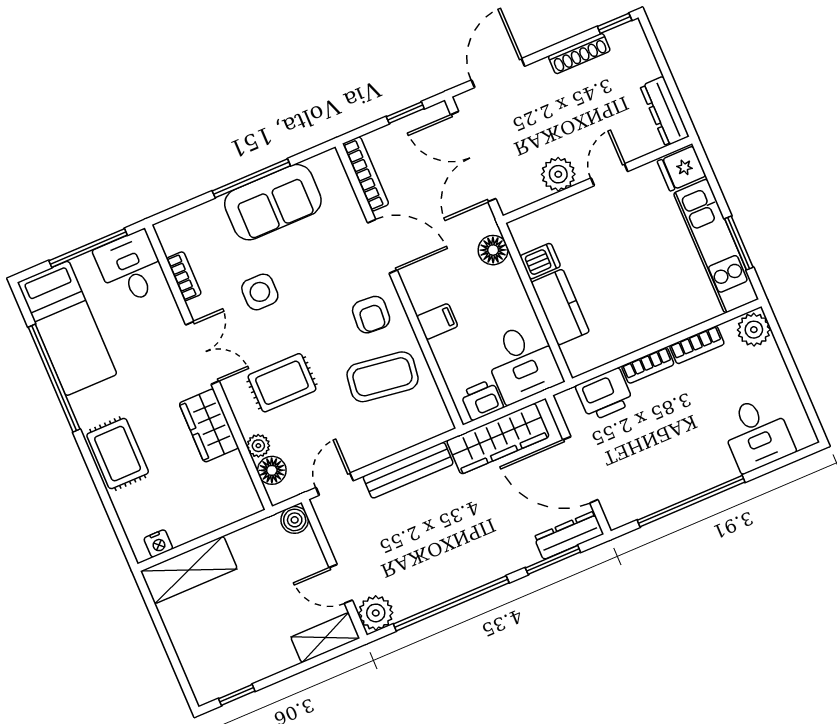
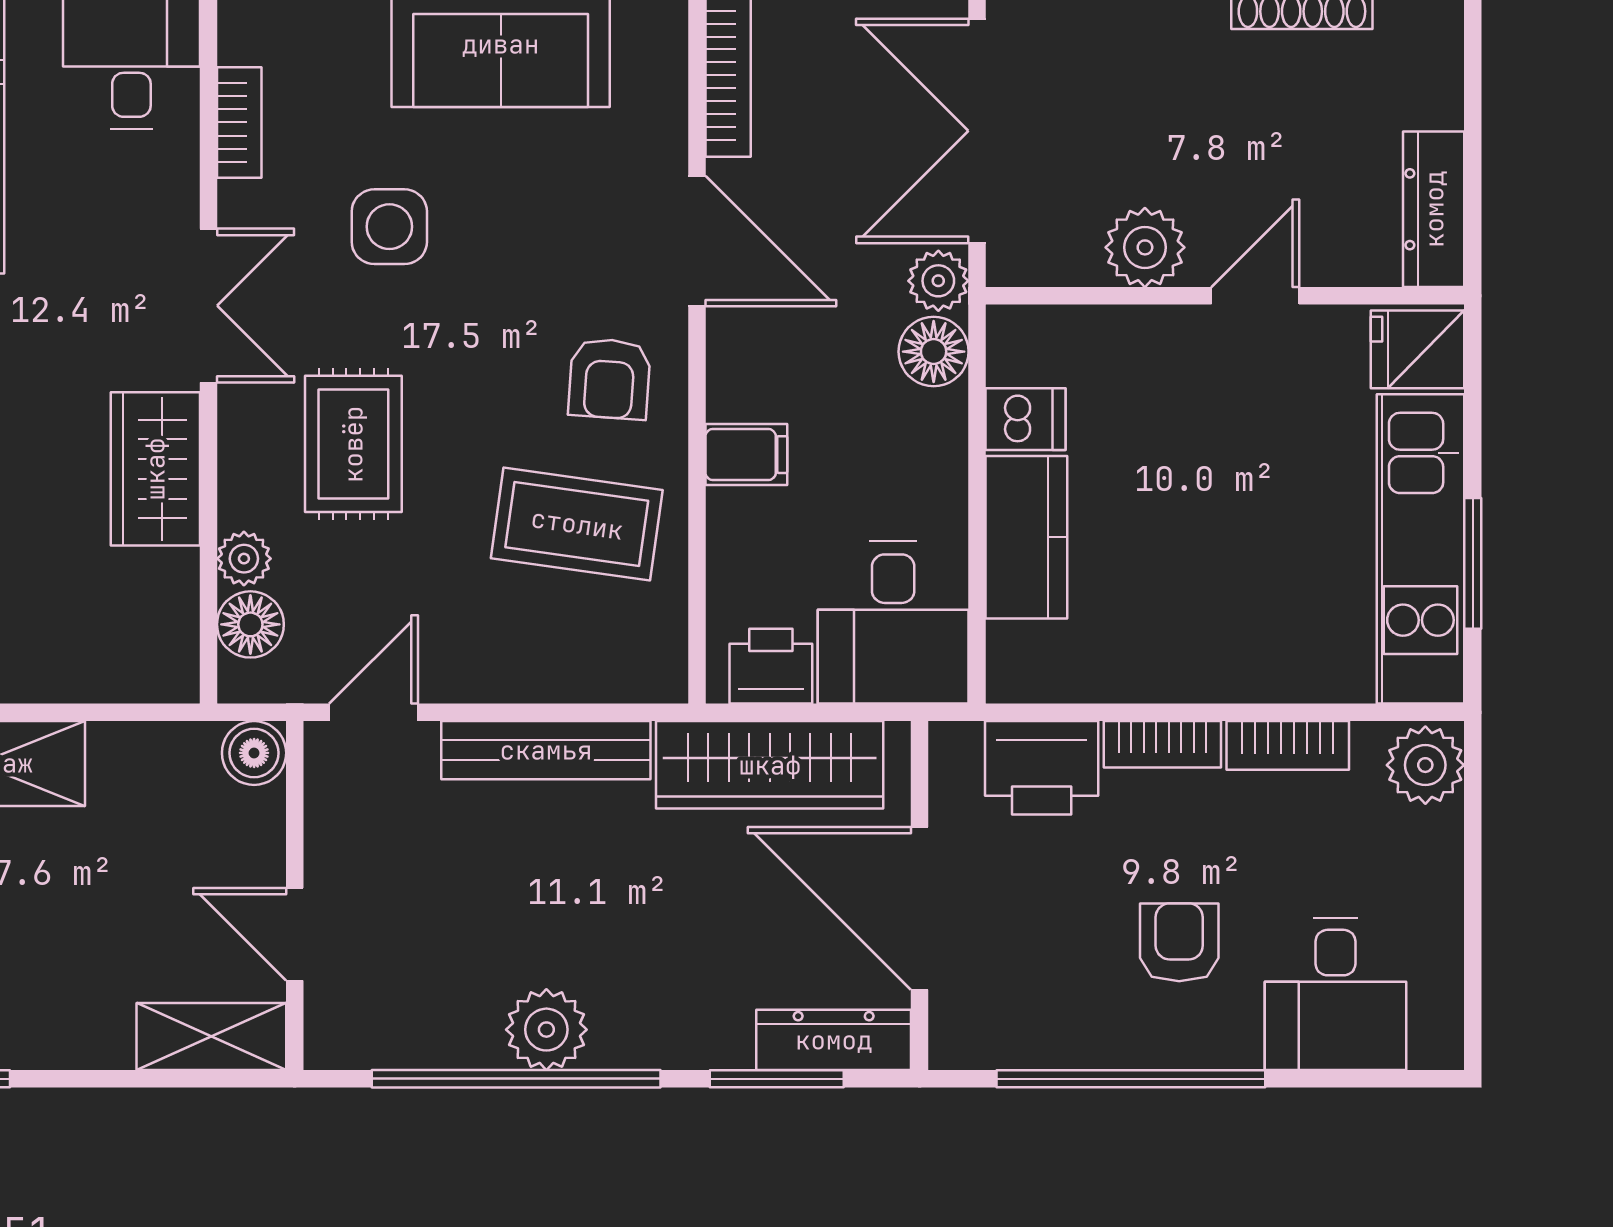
plant: (483, 222) -> (938, 281), added
rug: (282, 383) -> (353, 444), turned 90
armchair: (687, 440) -> (1179, 942), added
plant: (376, 613) -> (546, 1030), moved

